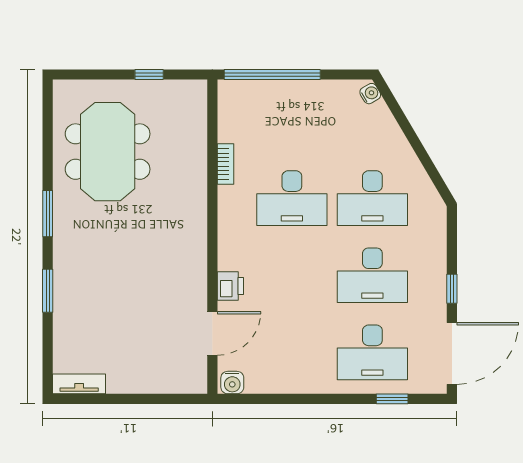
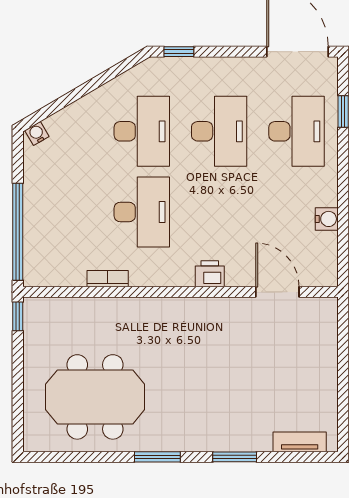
window: (149, 74) -> (18, 316), moved
printer: (230, 286) -> (210, 274), moved
window: (452, 289) -> (179, 52), moved
water cooler: (232, 383) -> (327, 219), moved
tv unit: (79, 384) -> (300, 442), moved, turned 90

